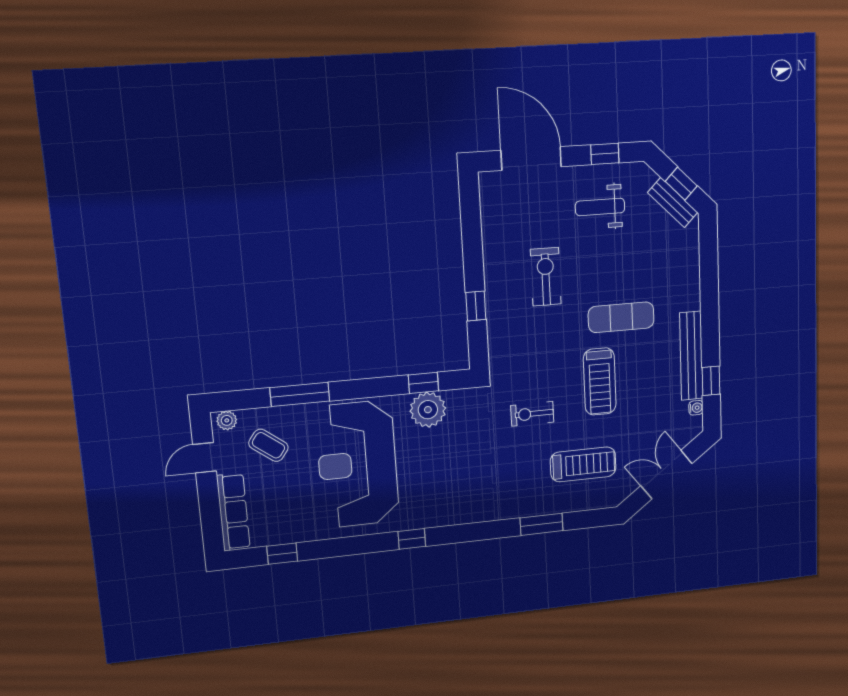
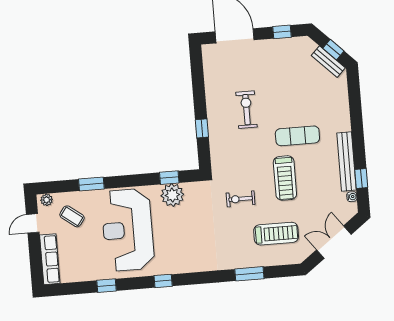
weight bench: (600, 207) -> (280, 65), removed
window: (300, 394) -> (91, 184), width x0.69
window: (282, 554) -> (107, 286), moved

